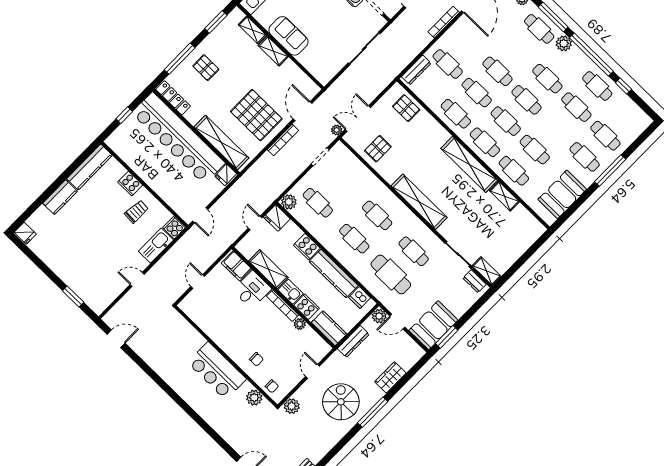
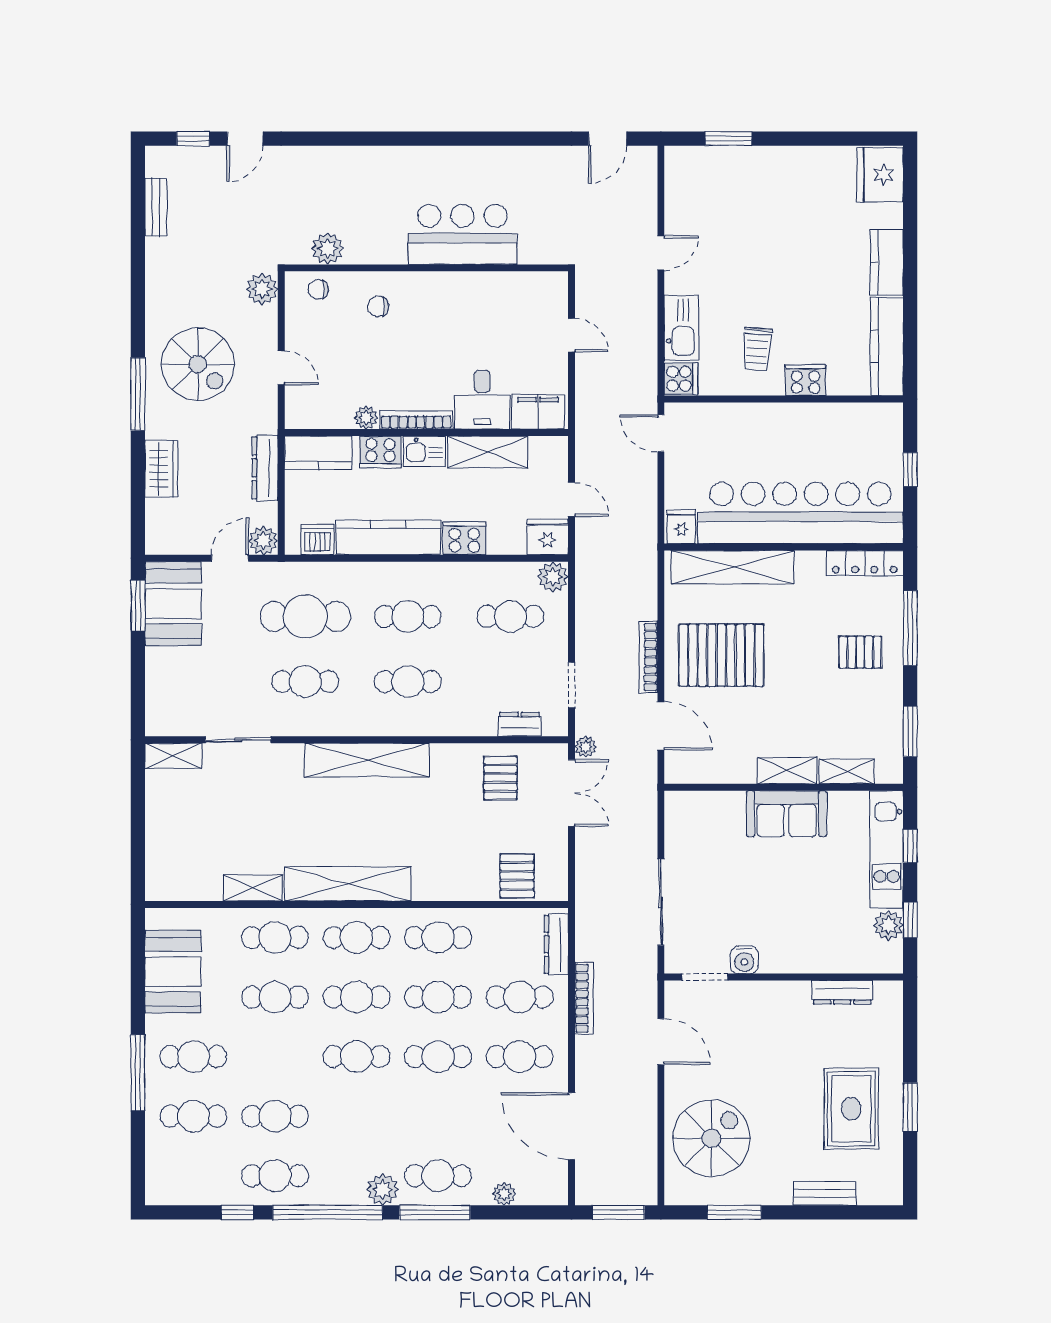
bookcase: (444, 22) -> (584, 998), moved
cafe table: (547, 79) -> (520, 1057), moved
pallet: (406, 108) -> (517, 876), turned 90
fridge: (25, 233) -> (880, 175), width x1.88, depth x1.34
dresser: (474, 281) -> (520, 724), moved
bar counter: (217, 371) -> (462, 234), moved

